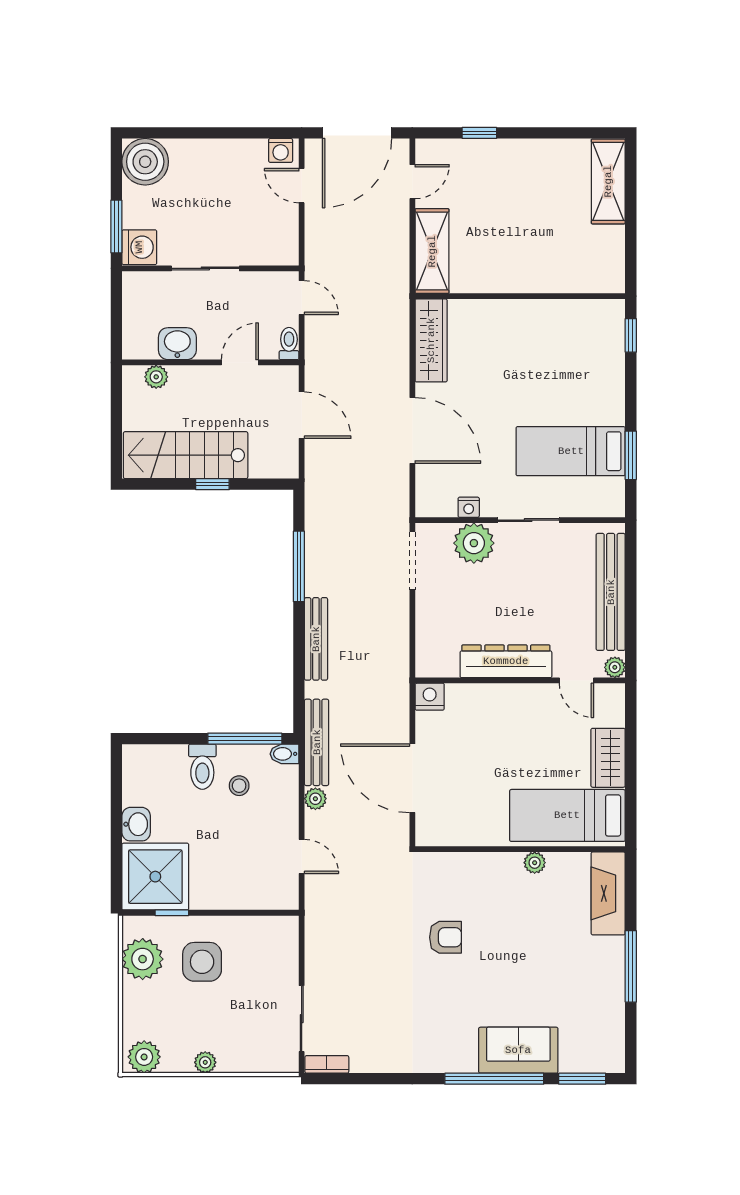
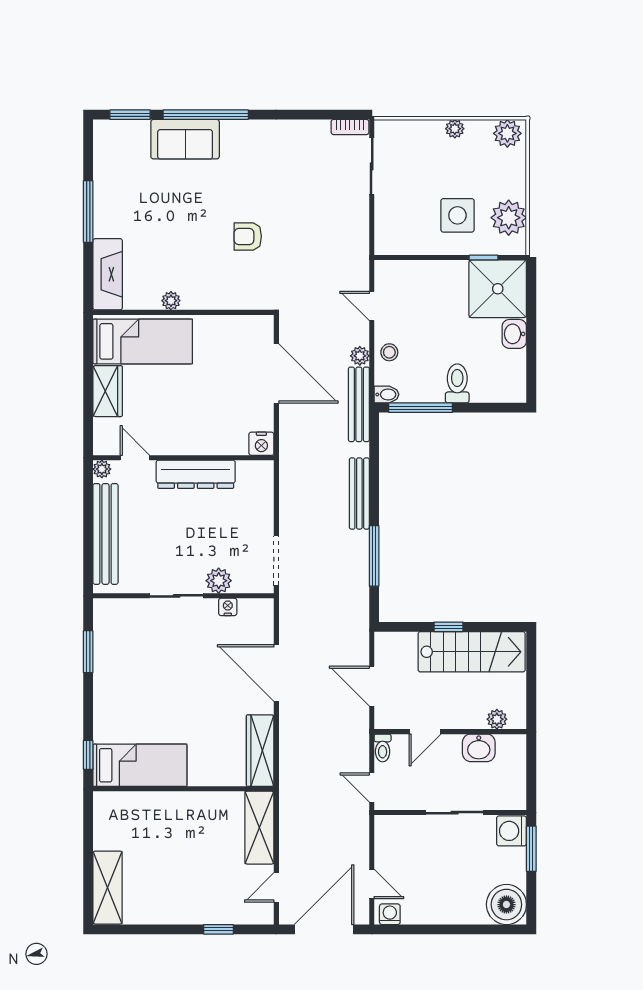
bed: (571, 451) -> (140, 765), moved
plant: (474, 543) -> (219, 581), width x0.73, depth x0.73
stool: (239, 786) -> (389, 352), moved

